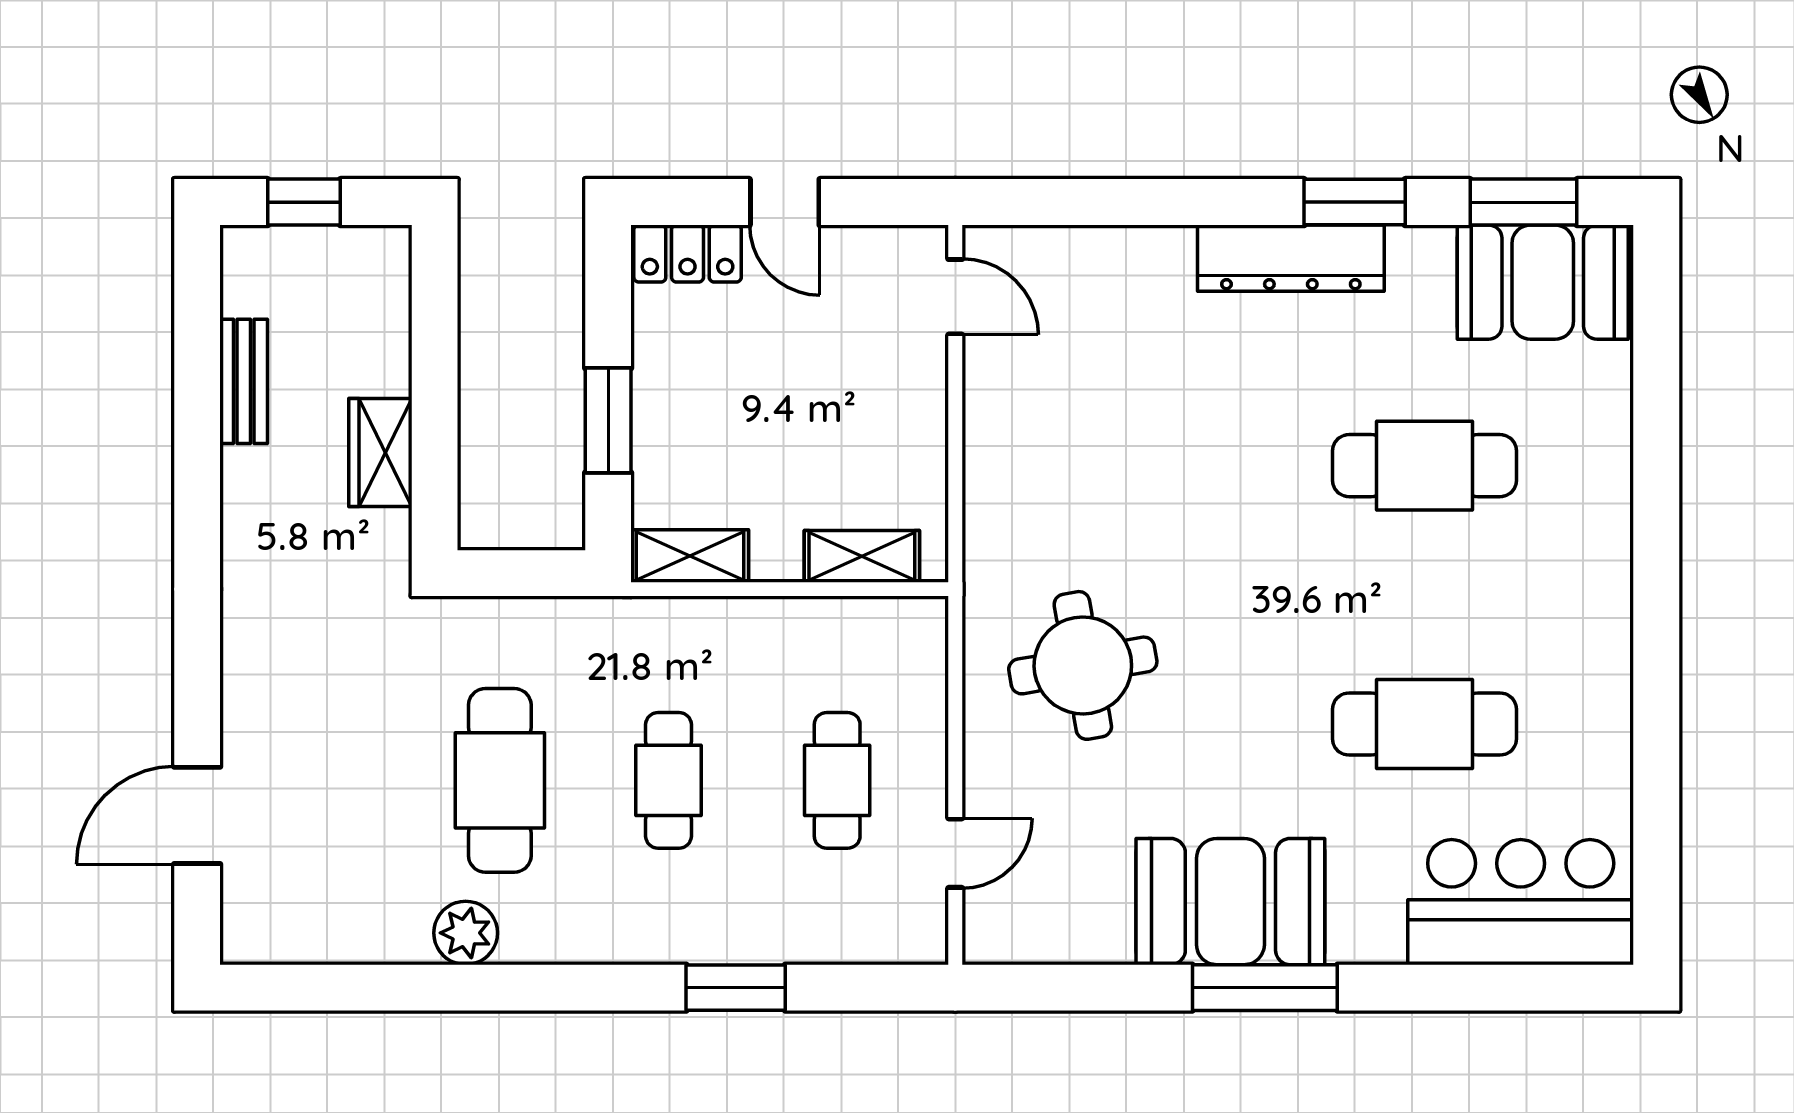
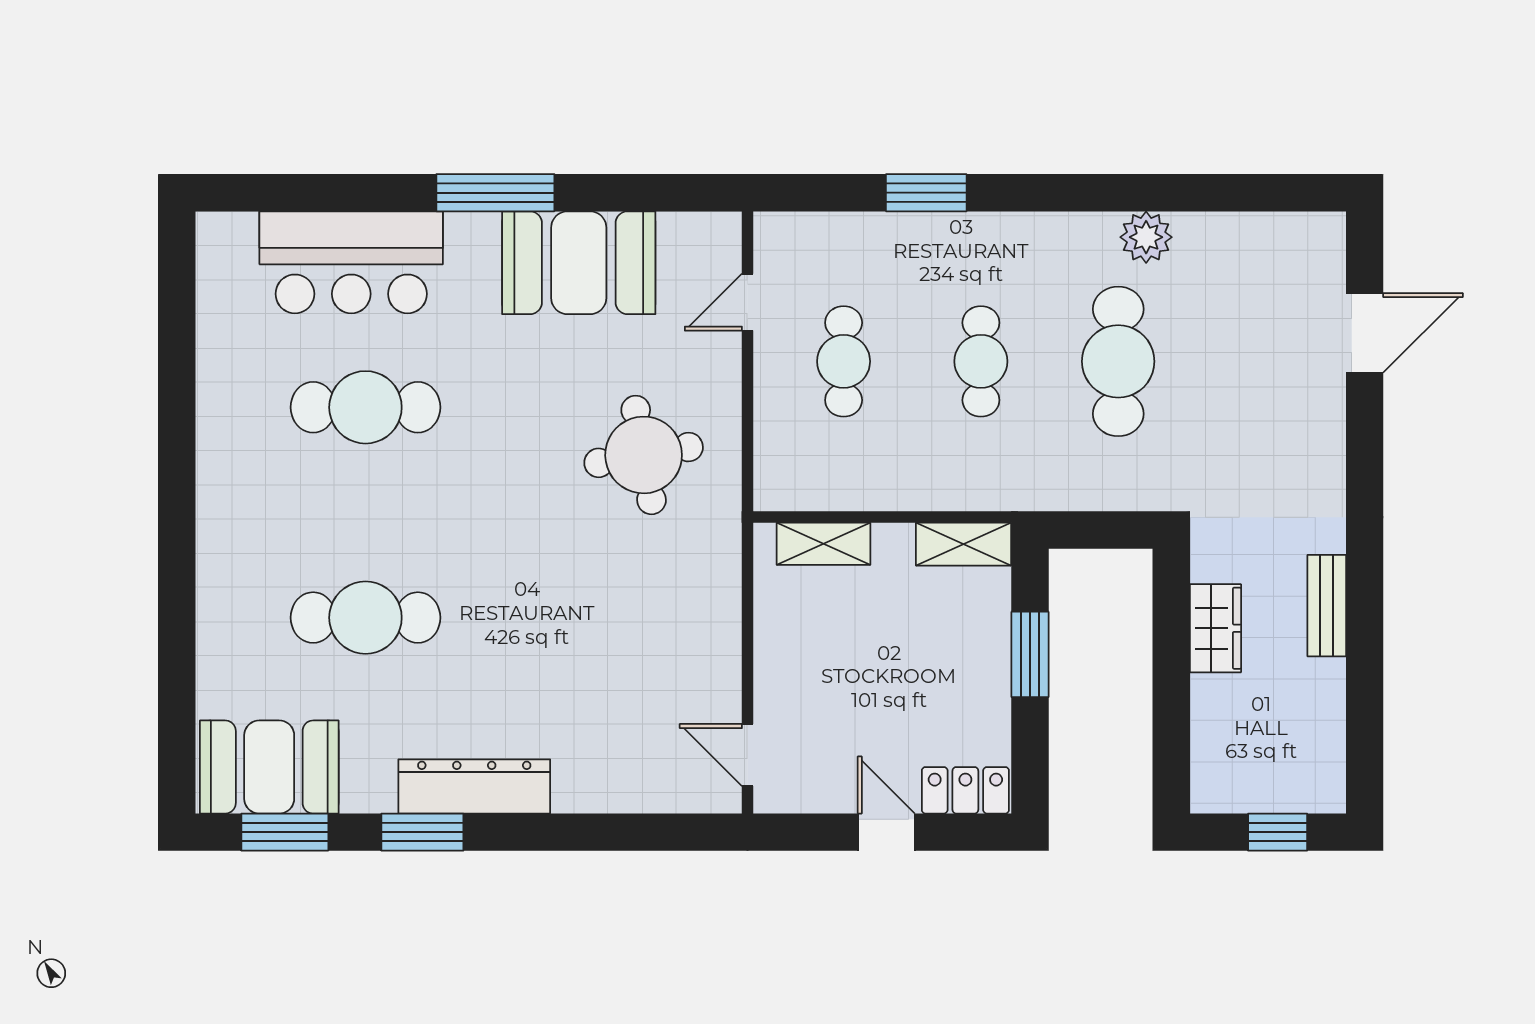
bench: (244, 381) -> (1327, 606), moved
booth: (1230, 902) -> (579, 263), moved
bar counter: (1521, 902) -> (351, 262), moved

